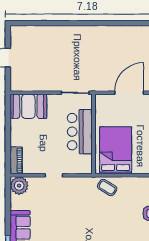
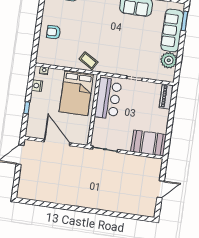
door: (129, 93) -> (57, 142), swing flipped
bar counter: (80, 132) -> (108, 98), moved
plant: (19, 186) -> (169, 60), moved

